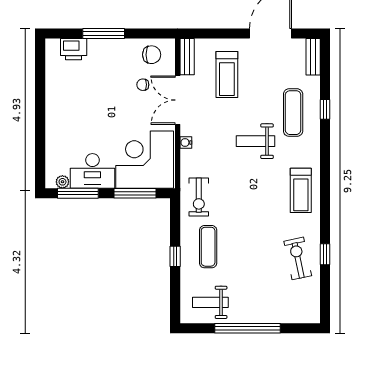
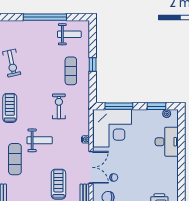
desk: (92, 171) -> (167, 142), moved, turned 90
window: (78, 193) -> (157, 106), width x0.69
exercise bike: (199, 197) -> (59, 106), moved

